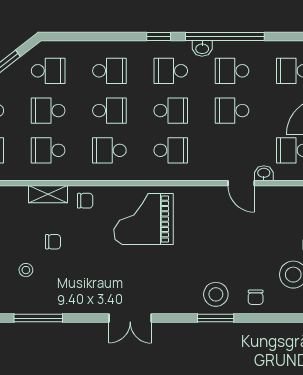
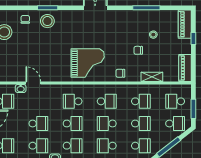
school desk: (48, 71) -> (141, 146), turned 180
school desk: (171, 111) -> (73, 124), turned 180
shelving: (48, 194) -> (152, 77), moved

